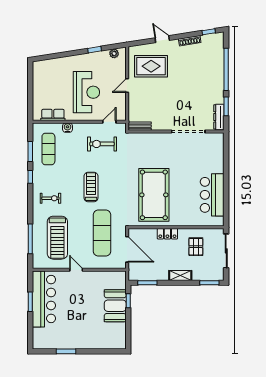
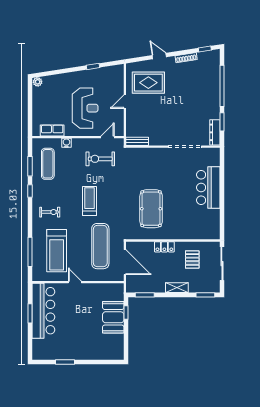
plant: (114, 53) -> (38, 82), moved
pool table: (154, 195) -> (151, 209), width x0.73, depth x0.76
bar counter: (212, 195) -> (208, 187), moved

